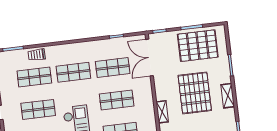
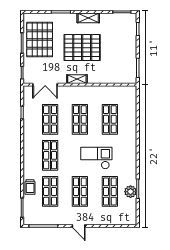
double door: (150, 58) -> (45, 85), width x0.73
shelving: (162, 112) -> (77, 79), moved

